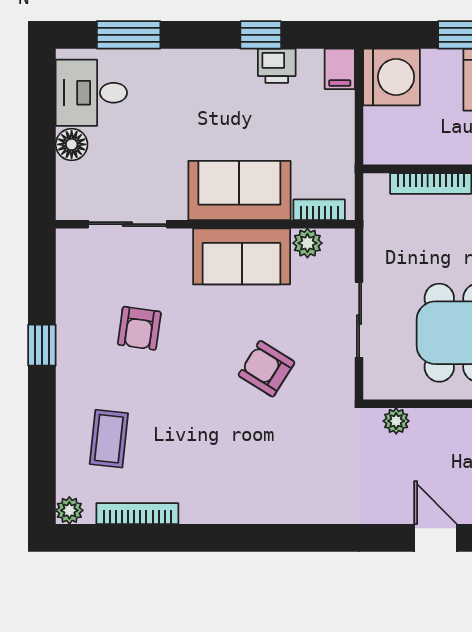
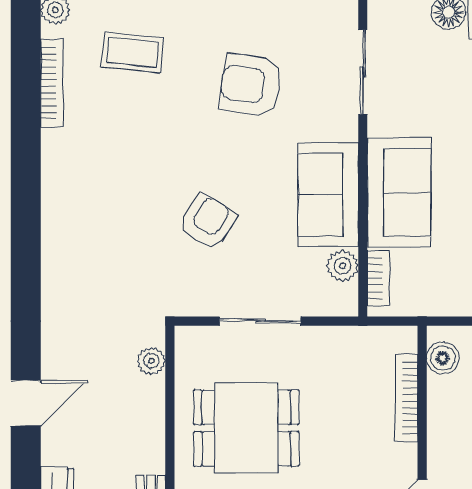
boiler: (393, 150) -> (443, 358), added
armchair: (139, 328) -> (251, 85), width x1.38, depth x1.38

